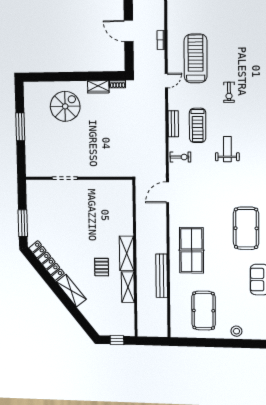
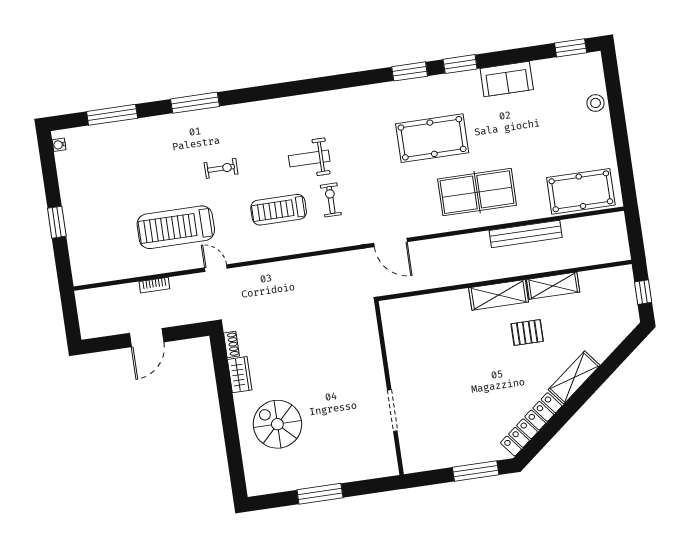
bench: (173, 124) -> (281, 248), removed
treadmill: (198, 125) -> (279, 210), turned 180
exercise bike: (180, 157) -> (331, 200), moved
pool table: (246, 228) -> (432, 138), moved
pool table: (204, 311) -> (581, 191), moved

